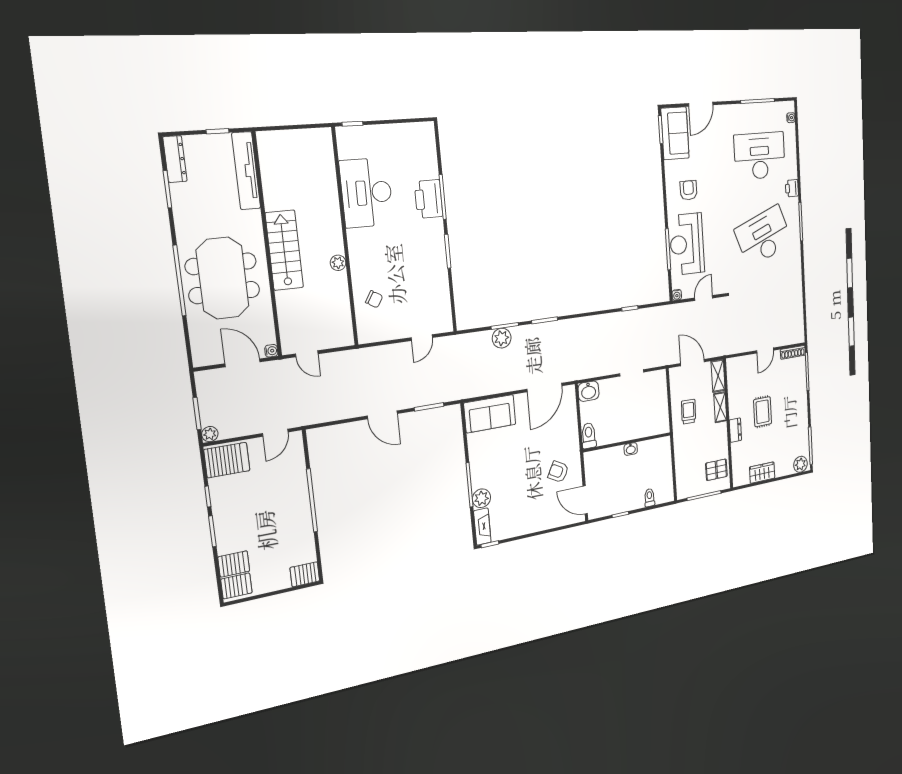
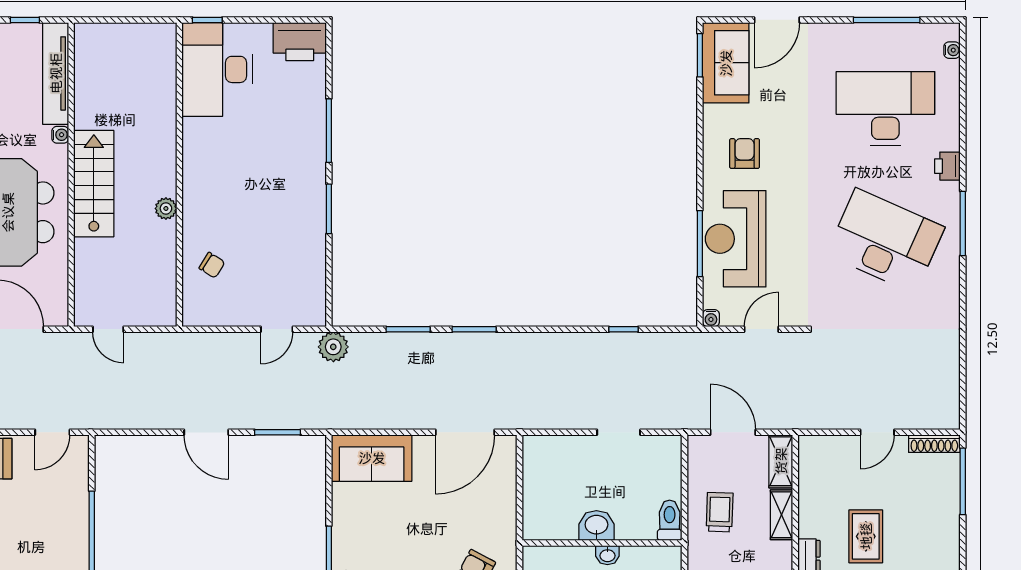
desk: (367, 193) -> (217, 69), moved
printer: (429, 199) -> (300, 42), moved, turned -90
desk: (764, 236) -> (885, 241), turned 45
plant: (502, 338) -> (333, 347), moved
water cooler: (271, 351) -> (60, 135), moved
washbasin: (589, 391) -> (596, 526), moved, turned 180
toilet: (589, 436) -> (670, 520), moved

